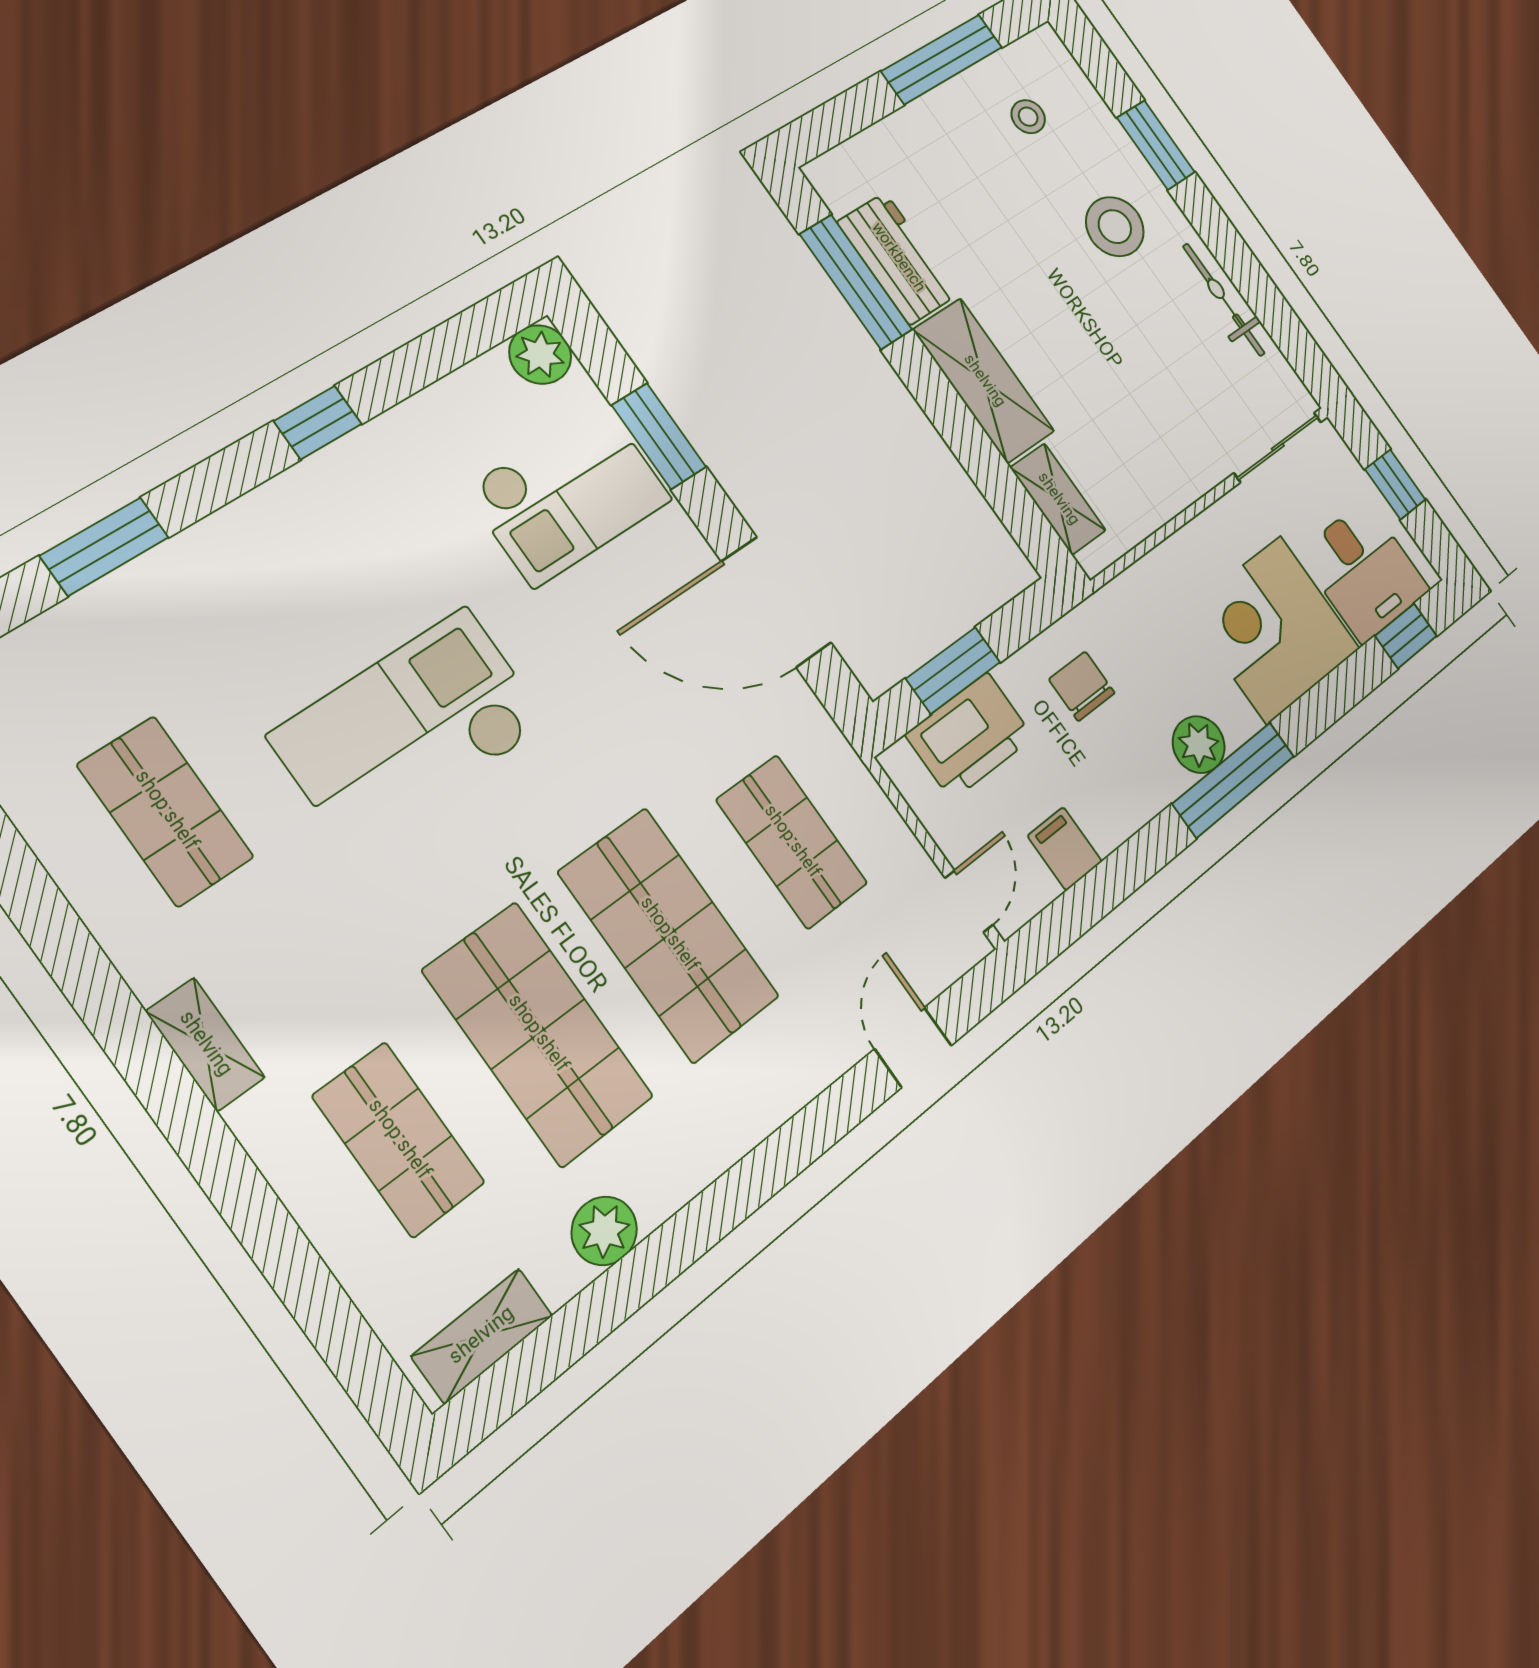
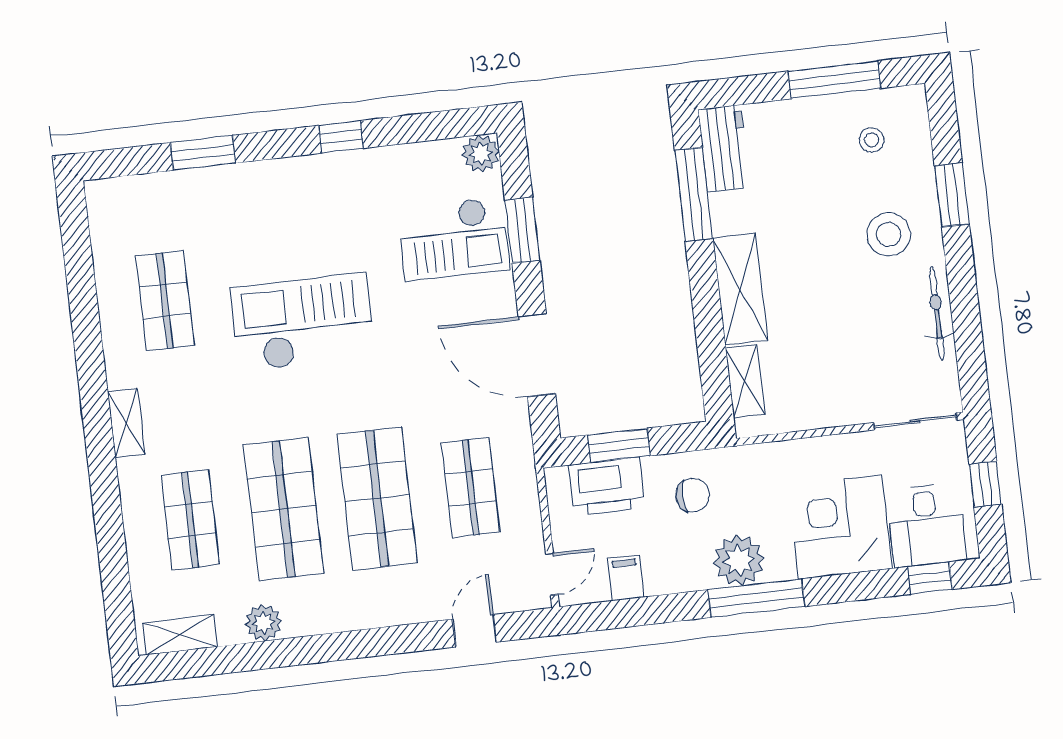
workbench: (898, 258) -> (724, 148), moved
chair: (1082, 686) -> (693, 495), turned 90
plant: (1199, 745) -> (739, 561), width x1.36, depth x1.36

